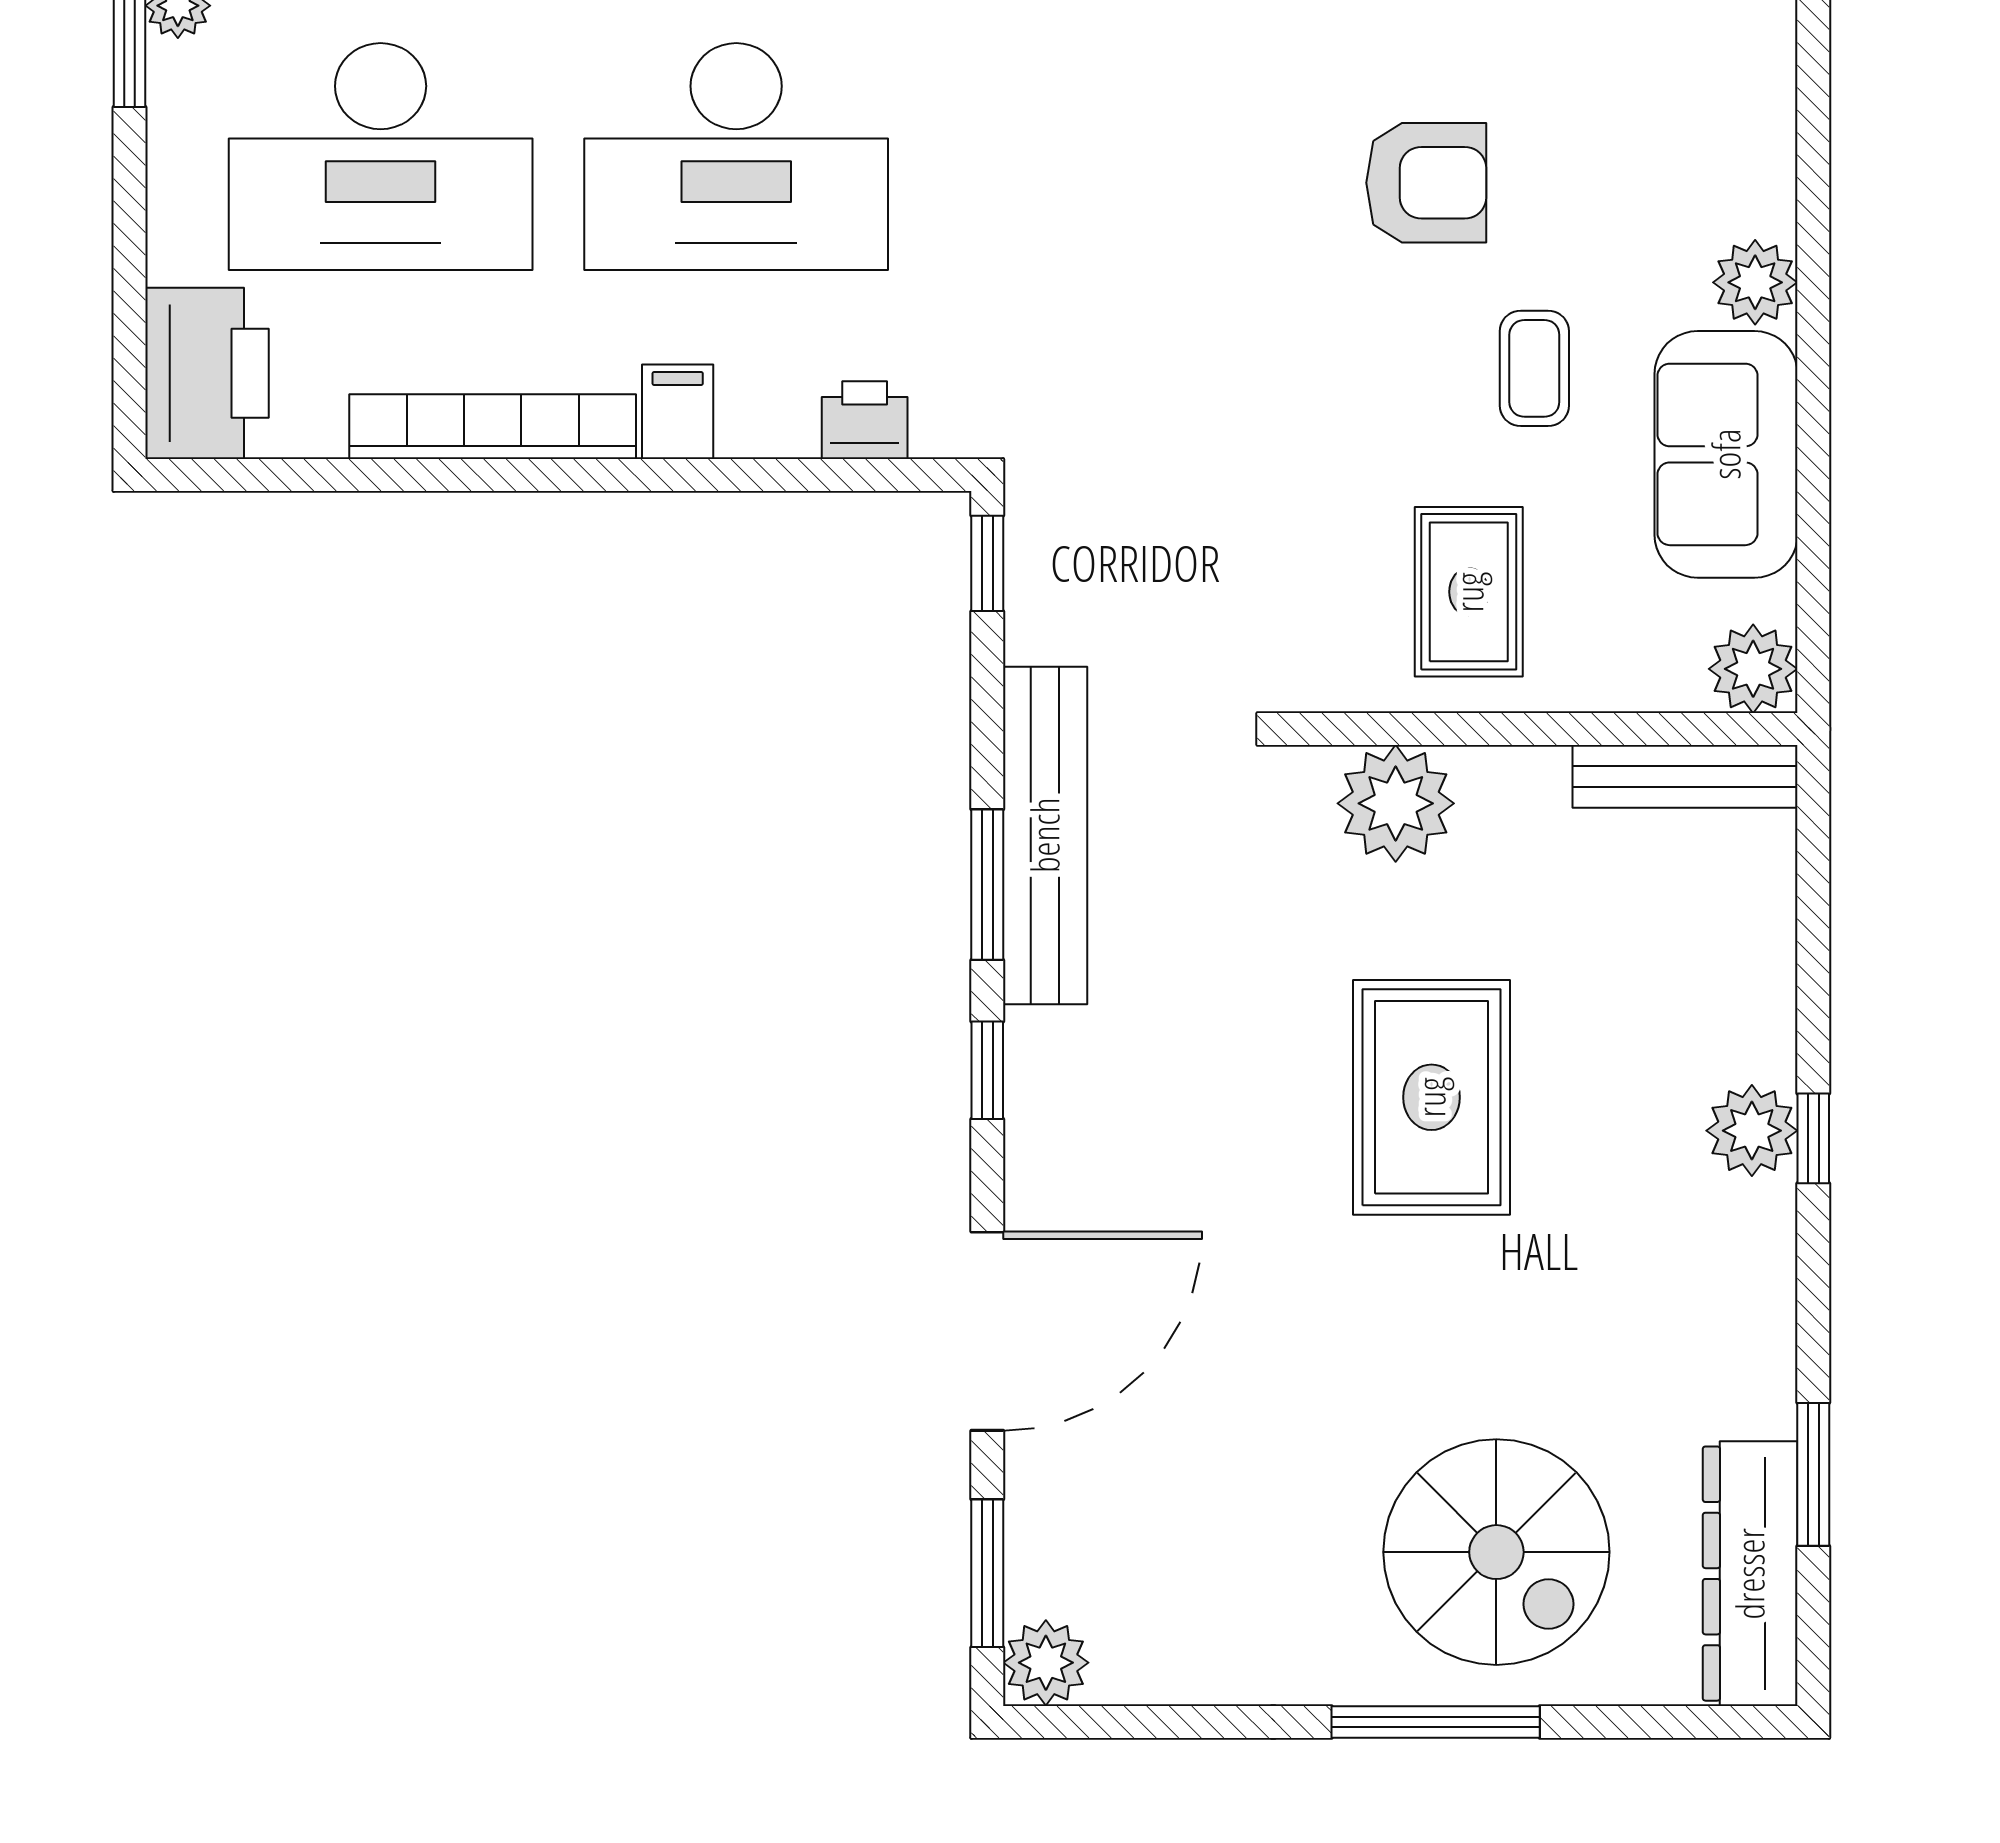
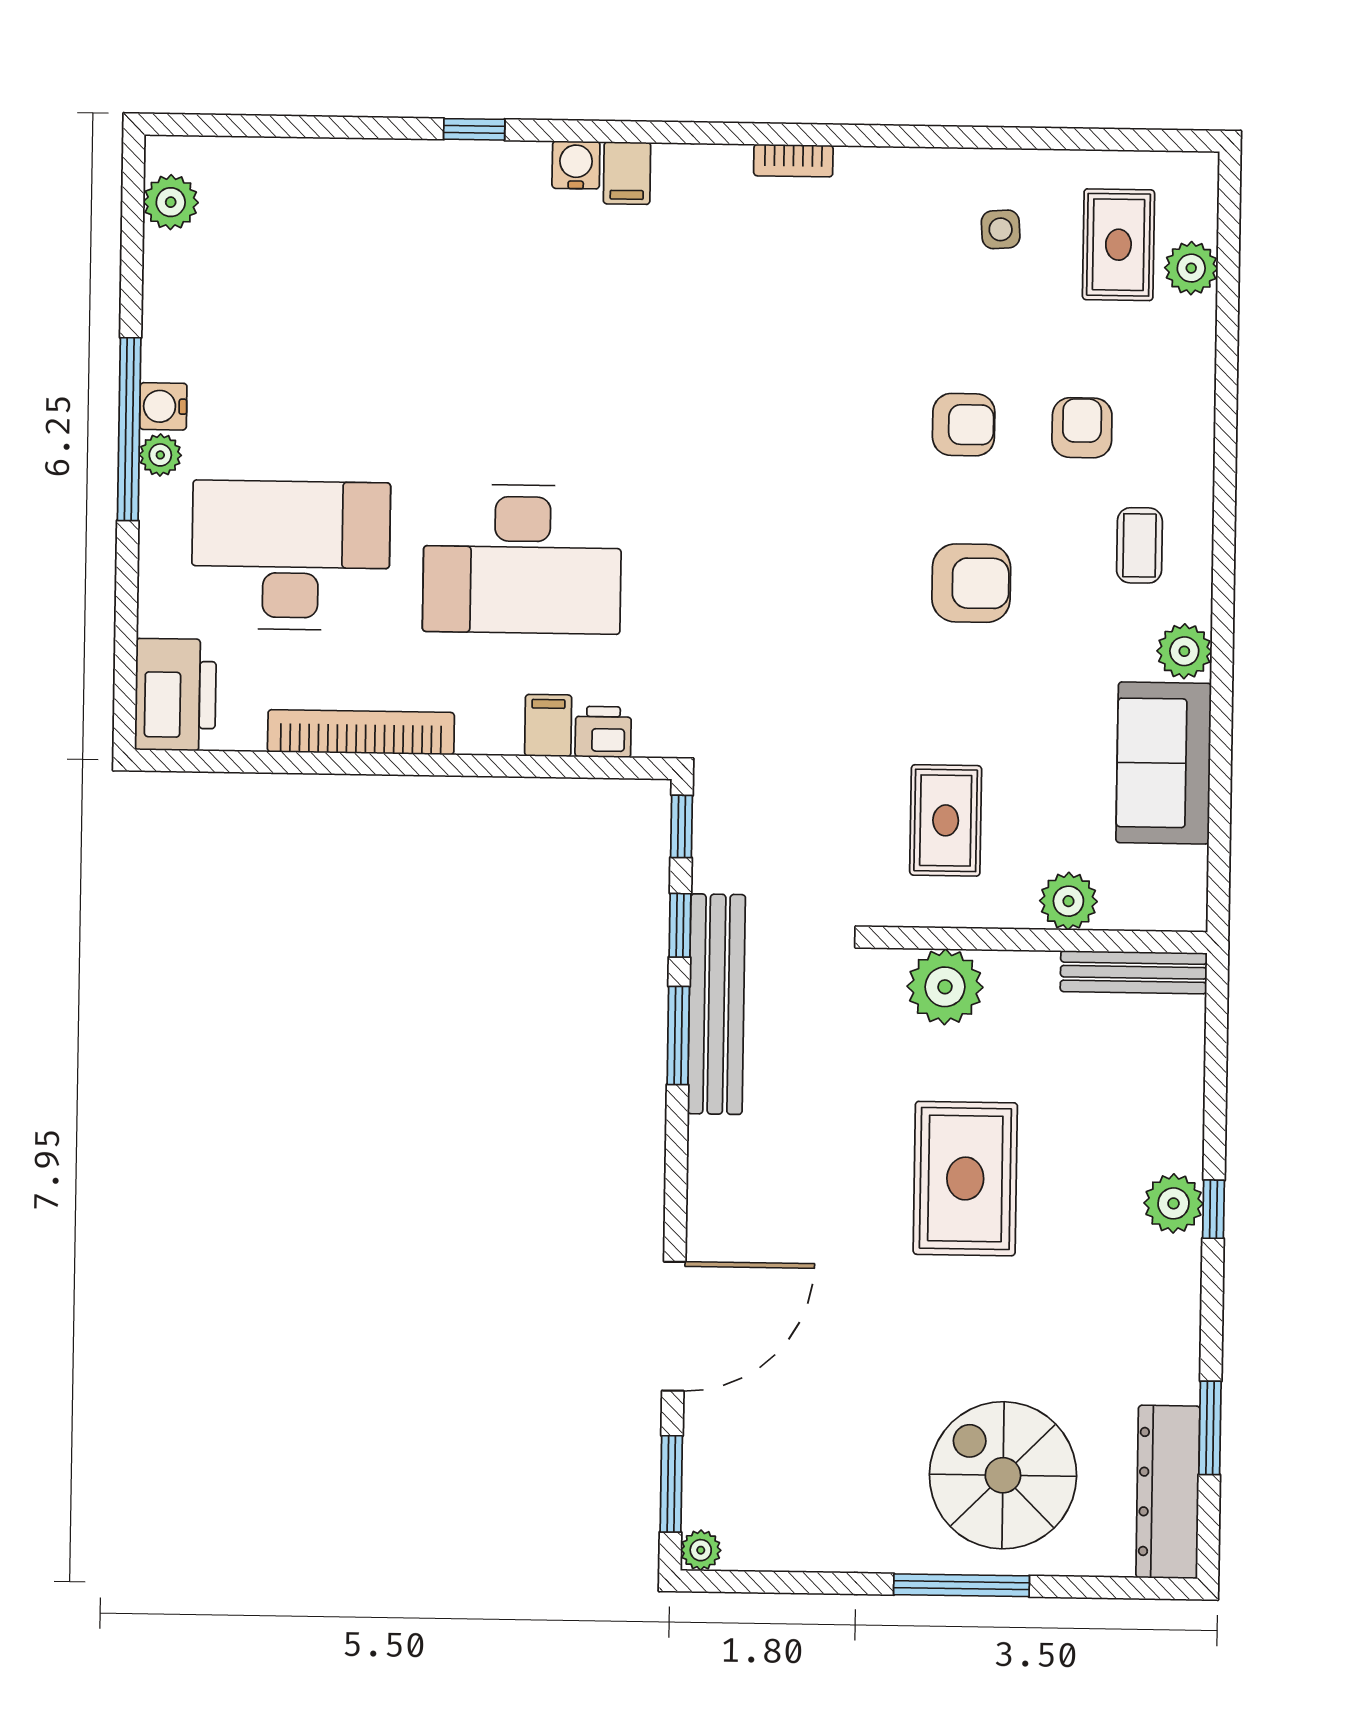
desk: (381, 157) -> (291, 555), turned 180
coffee table: (1534, 368) -> (1139, 545), moved
filing cabinet: (678, 412) -> (548, 725), moved
rug: (1469, 592) -> (946, 820), moved
plant: (1753, 669) -> (1068, 901), moved
window: (987, 1070) -> (680, 925), moved
spiral stairs: (1496, 1552) -> (1003, 1475), turned 180
plant: (1046, 1663) -> (701, 1550), width x0.73, depth x0.73

